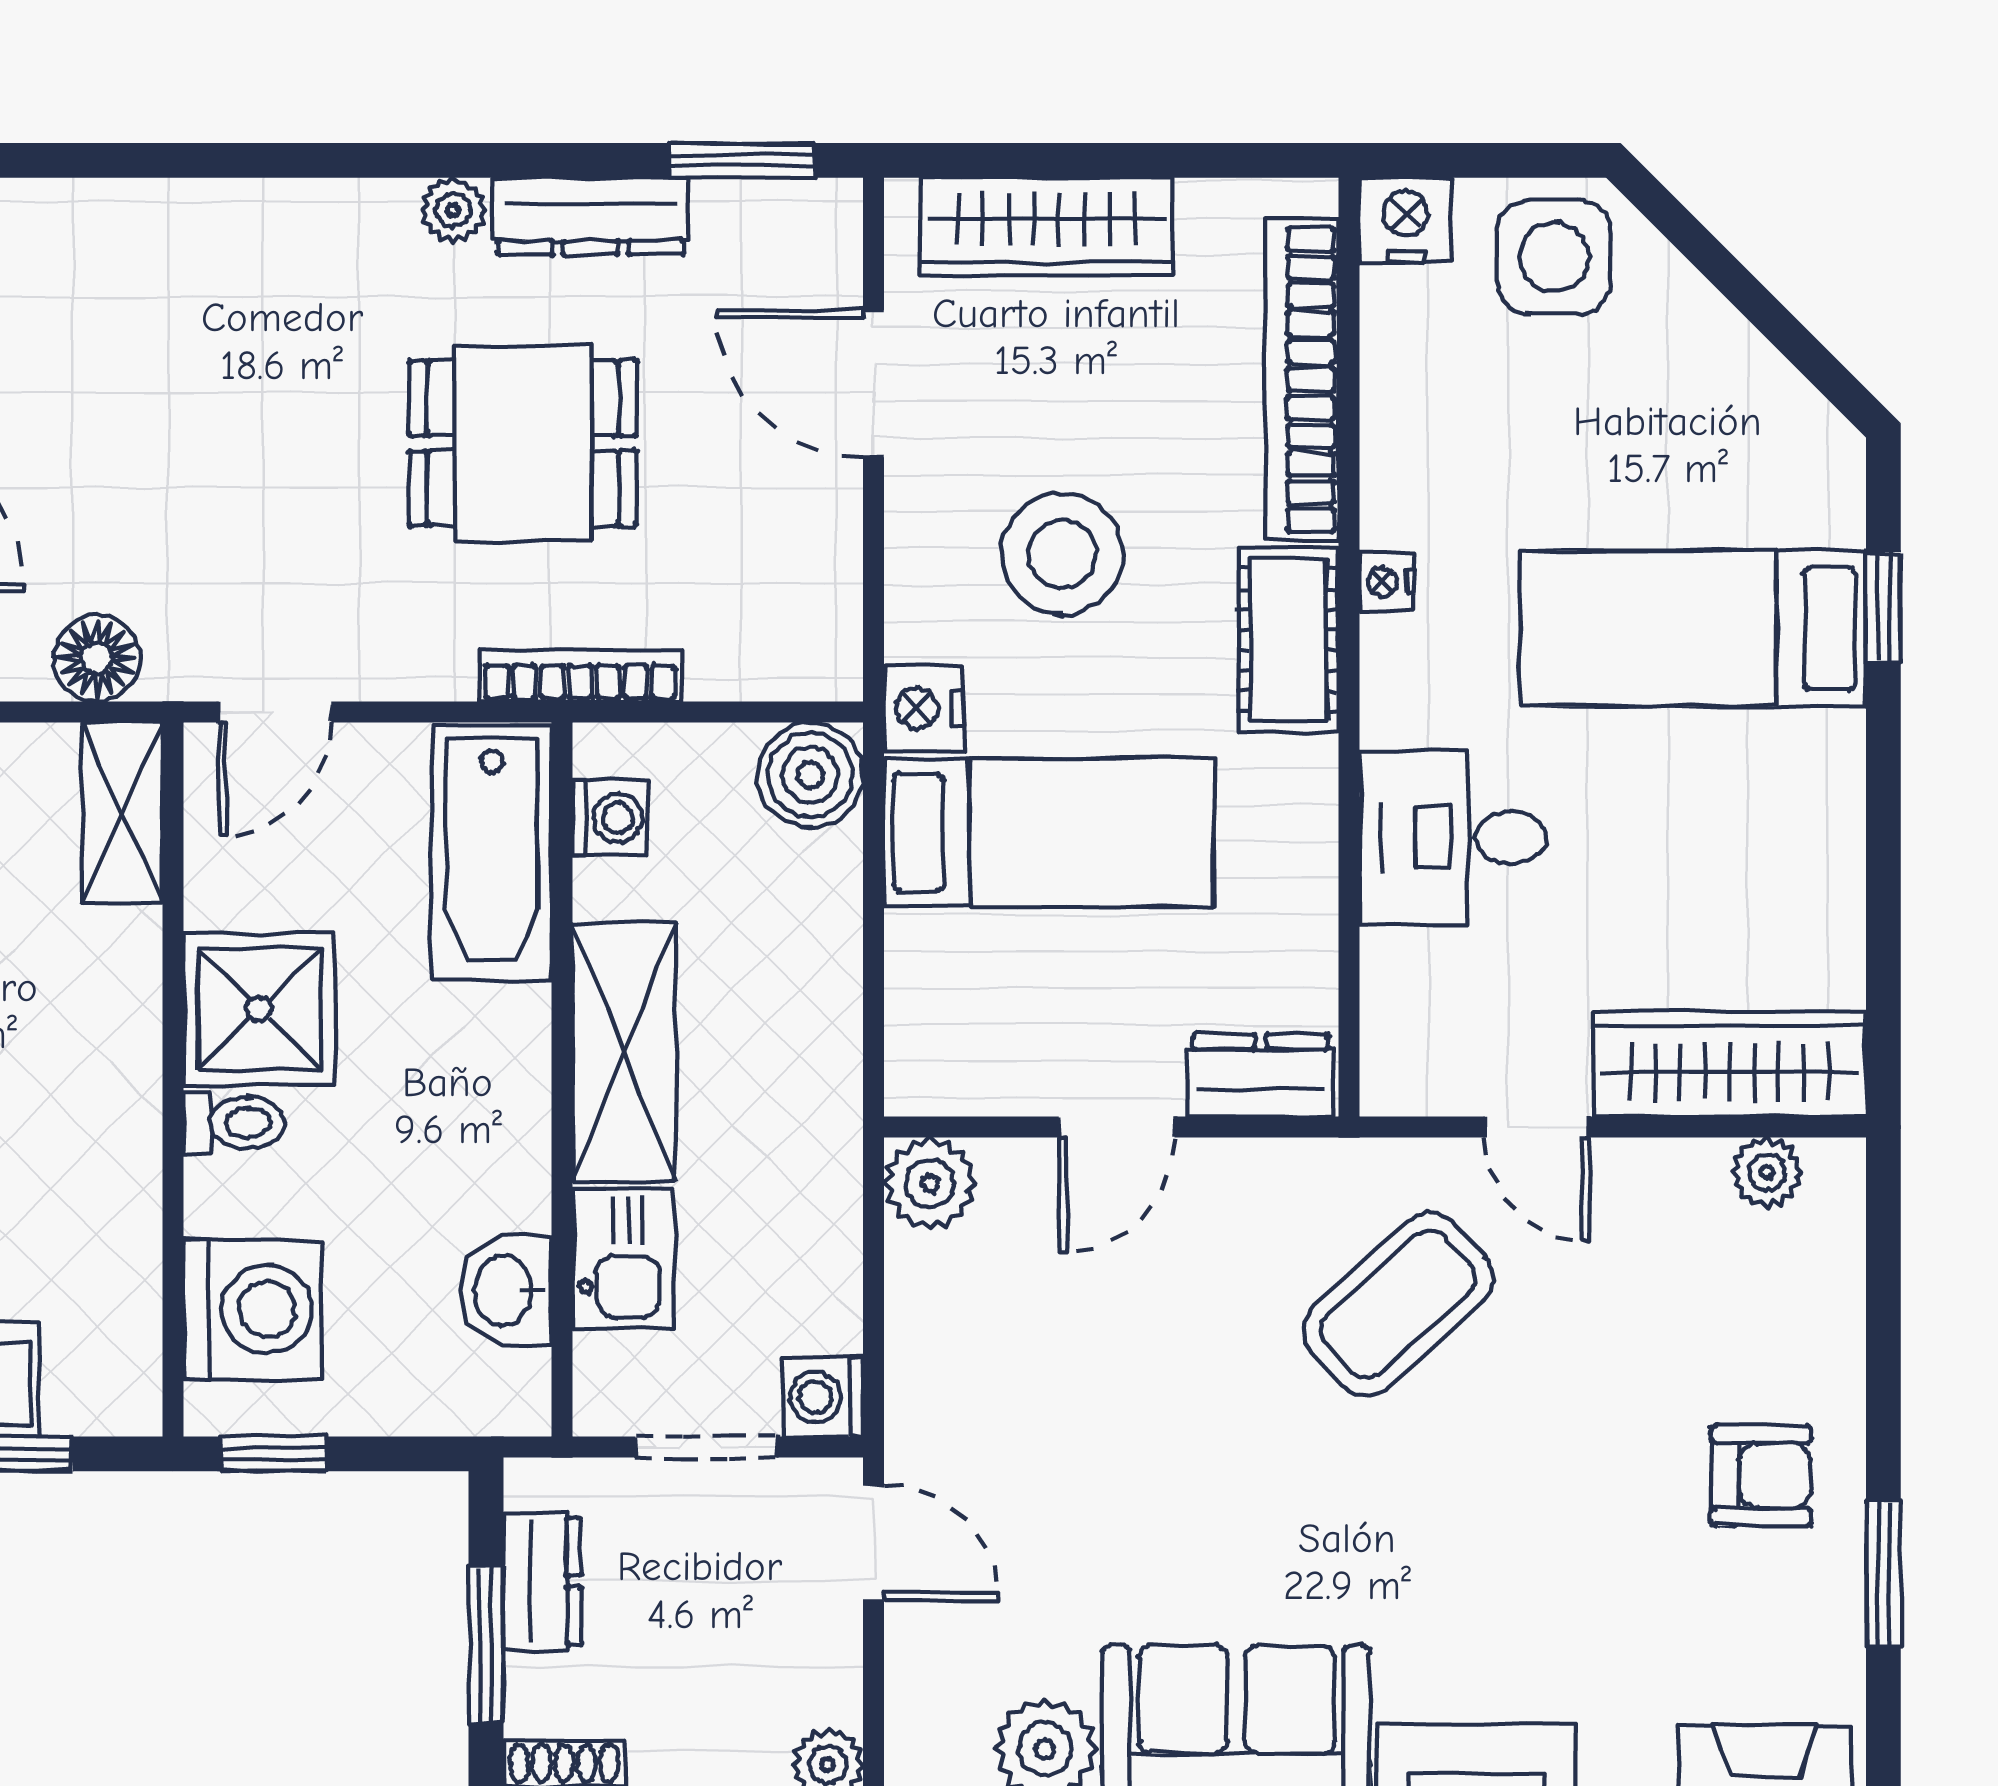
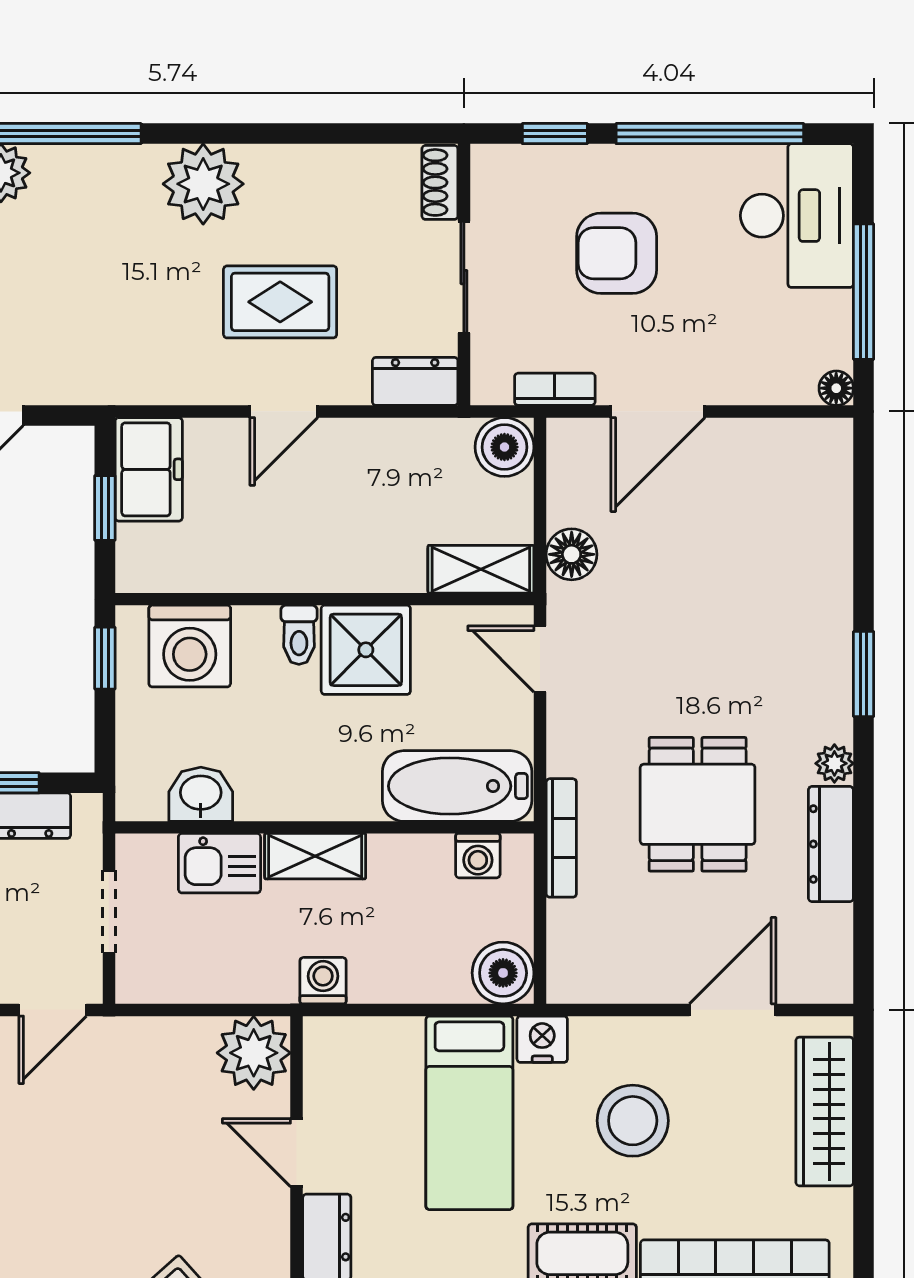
window: (742, 160) -> (864, 674), moved
shelving: (624, 1052) -> (315, 856), width x0.67, depth x0.75
plant: (930, 1183) -> (254, 1053), width x1.36, depth x1.36
washing machine: (823, 1397) -> (323, 981), moved

